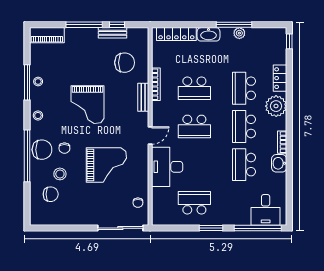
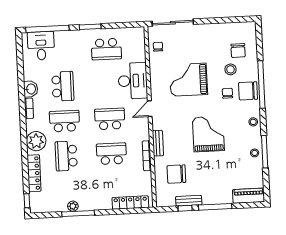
washbasin: (209, 34) -> (101, 204), removed
locker: (280, 78) -> (34, 173), width x1.53
school desk: (244, 88) -> (66, 156), turned 180
school desk: (244, 126) -> (65, 121), turned -90
chair: (51, 194) -> (238, 51), turned -90

